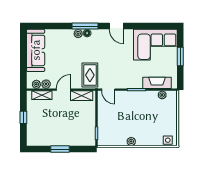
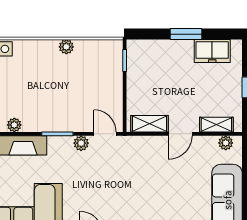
rug: (90, 75) -> (136, 158), removed
plant: (46, 84) -> (81, 143), moved
freezer: (44, 139) -> (212, 51), added

